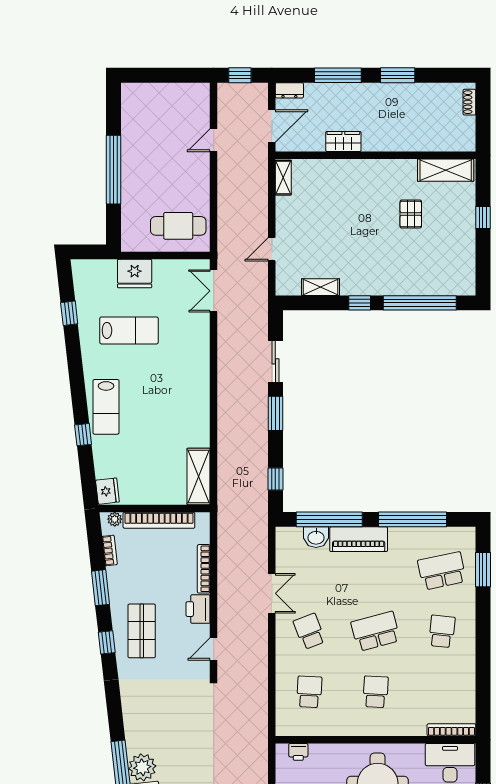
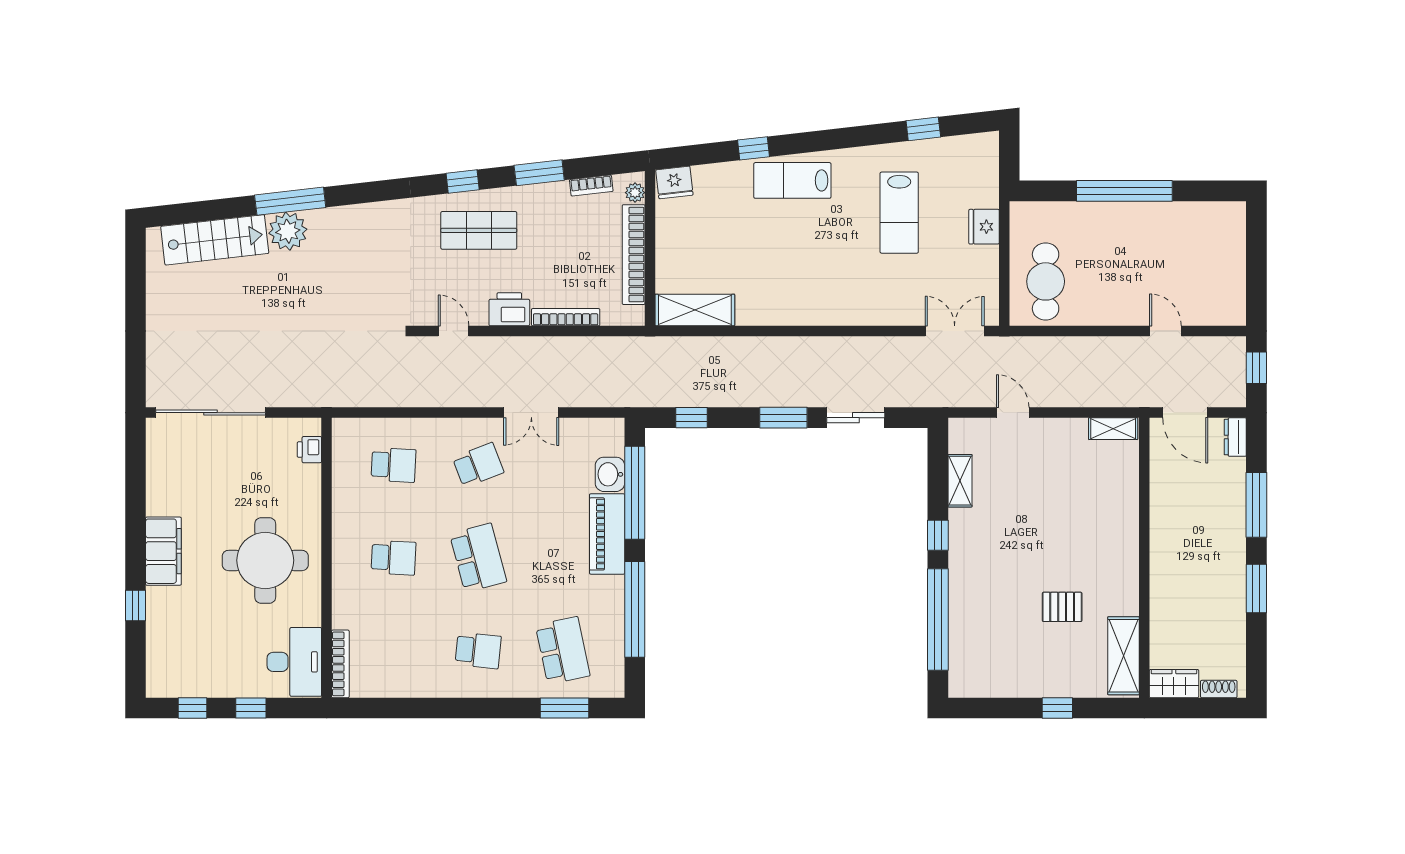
wardrobe: (343, 142) -> (1174, 684), moved, turned -90
fridge: (135, 274) -> (984, 227), width x0.73, depth x0.75

